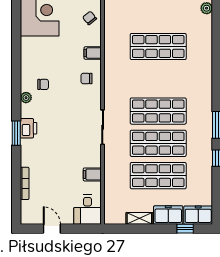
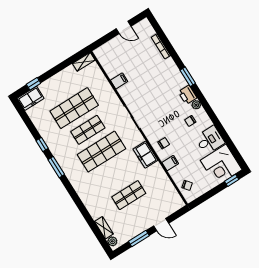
shelving: (207, 28) -> (104, 228), added
shop shelf: (158, 46) -> (129, 195), width x0.70, depth x0.74
printer: (29, 128) -> (188, 95), moved
shop shelf: (158, 143) -> (88, 130), width x0.70, depth x0.74
desk: (87, 210) -> (210, 140), moved, turned 90
freezer: (168, 215) -> (145, 155), moved, turned 90
shelving: (139, 218) -> (84, 62), moved

